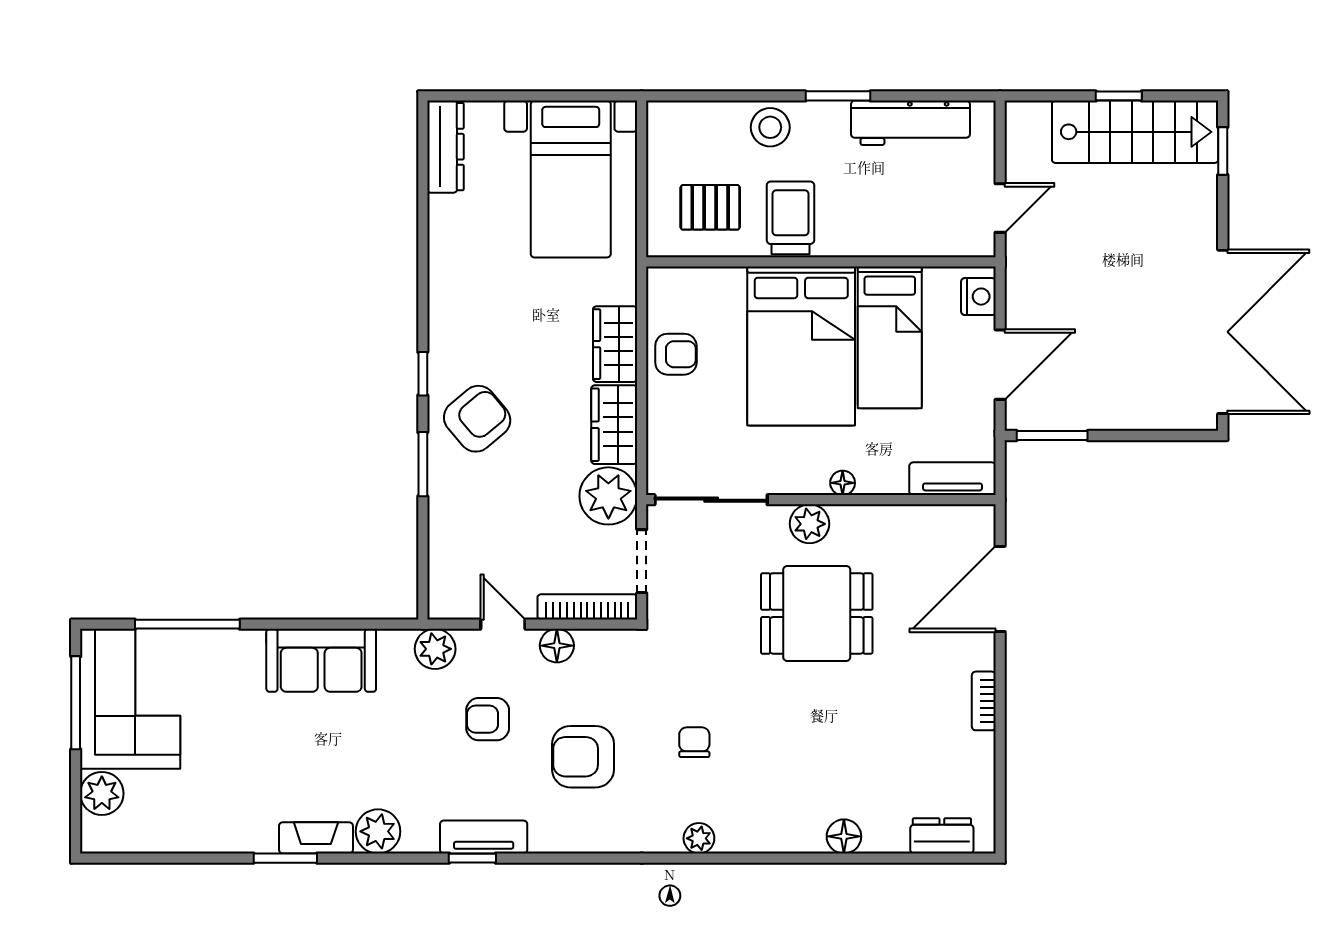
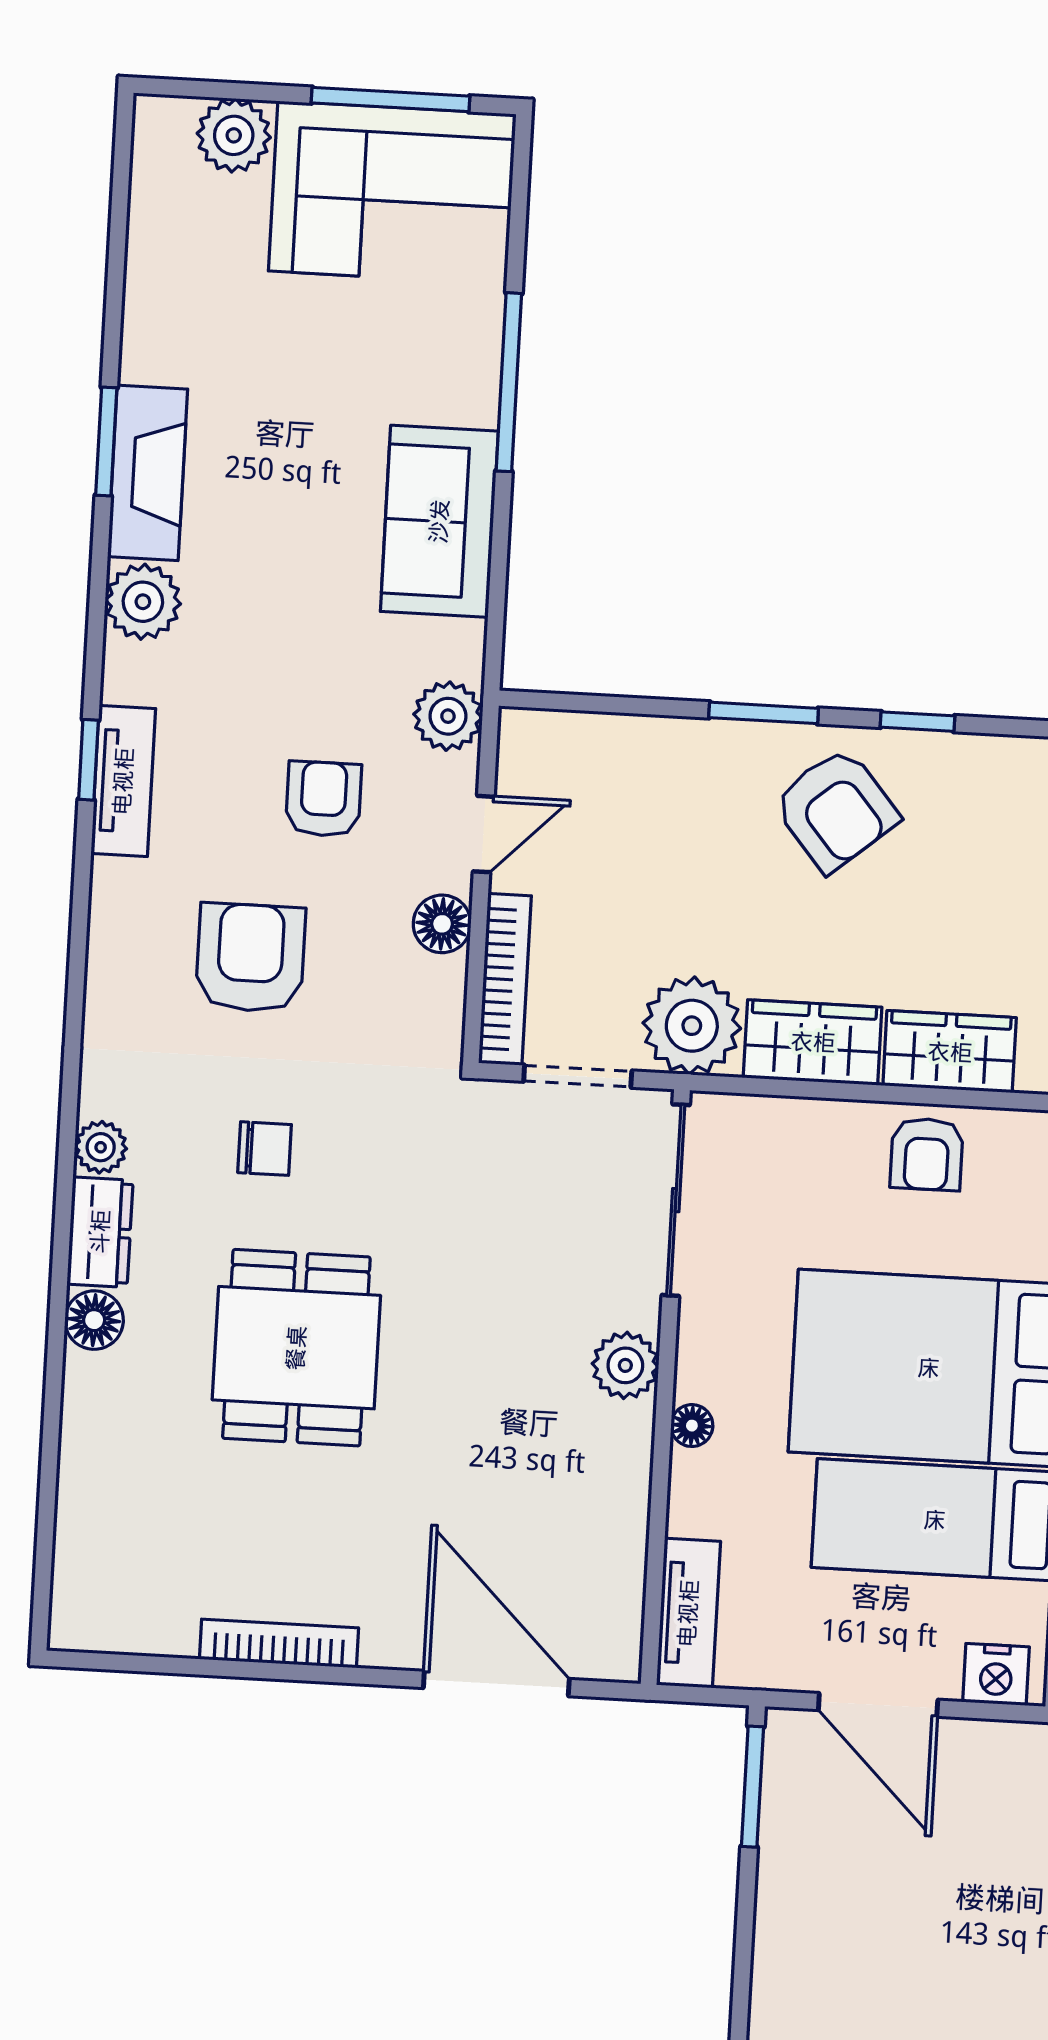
dining table: (817, 613) -> (296, 1348), moved
window: (187, 624) -> (509, 382), moved
bookcase: (984, 701) -> (279, 1644), width x1.56
floor lamp: (844, 836) -> (94, 1320), moved
dresser: (942, 836) -> (100, 1232), moved
fireplace: (316, 838) -> (148, 473), width x1.37, depth x1.32

